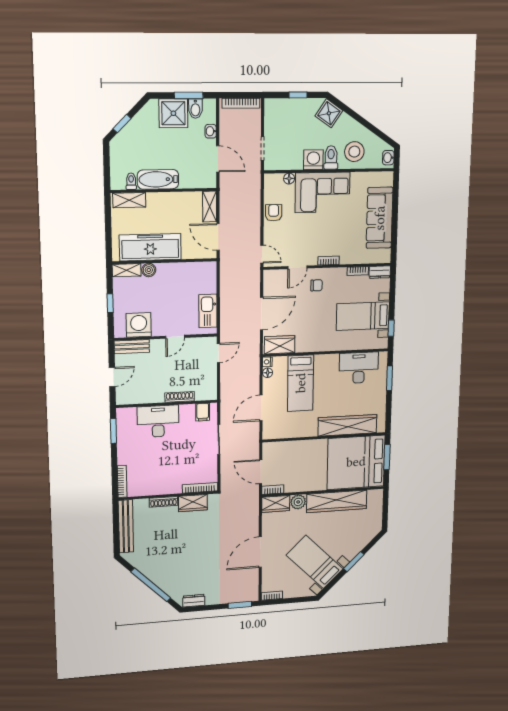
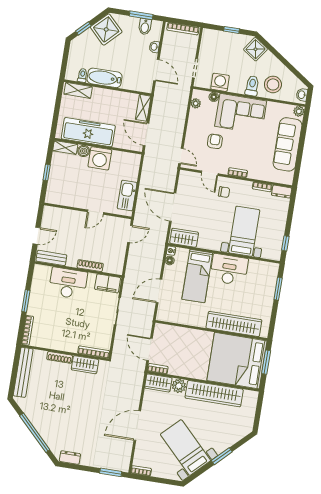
shower: (173, 113) -> (106, 29), moved, turned 45
washing machine: (313, 160) -> (220, 82), moved
plant: (387, 178) -> (299, 111), added
plant: (269, 190) -> (196, 103), added
armchair: (274, 213) -> (215, 141), moved
door: (297, 267) -> (210, 173), hinge flipped
door: (262, 314) -> (173, 207), swing flipped
bed with nightstands: (363, 316) -> (244, 231), moved, turned 90
washing machine: (139, 325) -> (100, 158), moved, turned 180
bench: (132, 347) -> (51, 258), moved
desk: (359, 368) -> (229, 270), moved
filing cabinet: (203, 412) -> (108, 283), width x2.00
window: (113, 431) -> (26, 301), moved

